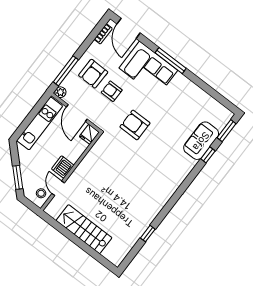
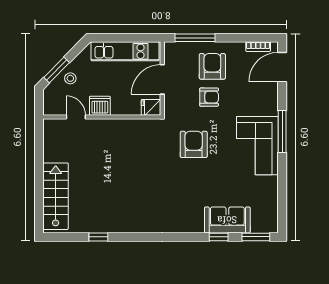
corner sofa: (148, 69) -> (257, 146), moved
armchair: (93, 74) -> (212, 66), turned 89
armchair: (112, 91) -> (209, 97), turned 90
plant: (60, 92) -> (170, 48), removed
door: (58, 188) -> (76, 117), hinge flipped
stool: (41, 193) -> (70, 78), moved
stairs: (84, 229) -> (56, 196), moved

